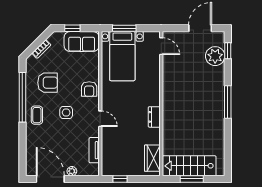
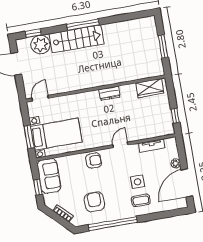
side table: (66, 112) -> (138, 182), moved
coffee table: (37, 115) -> (141, 200), moved
stairs: (189, 166) -> (77, 39), moved, turned -90

